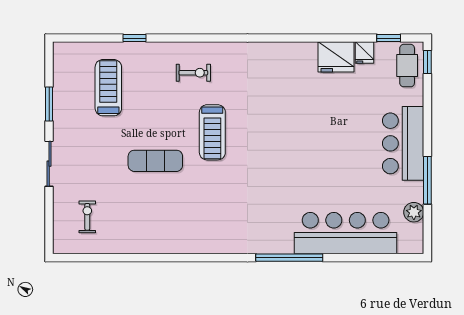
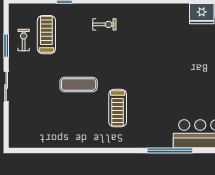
treadmill: (212, 132) -> (118, 108), moved
exercise bike: (87, 217) -> (24, 40), moved

